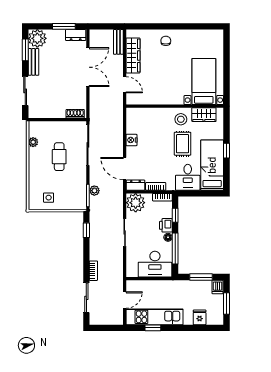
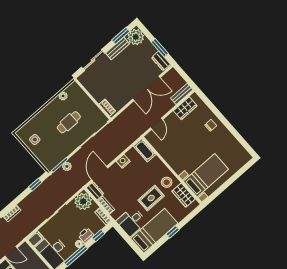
wardrobe: (133, 56) -> (185, 108), width x0.67
cot: (138, 114) -> (145, 150), added
filing cabinet: (132, 270) -> (36, 239), added

